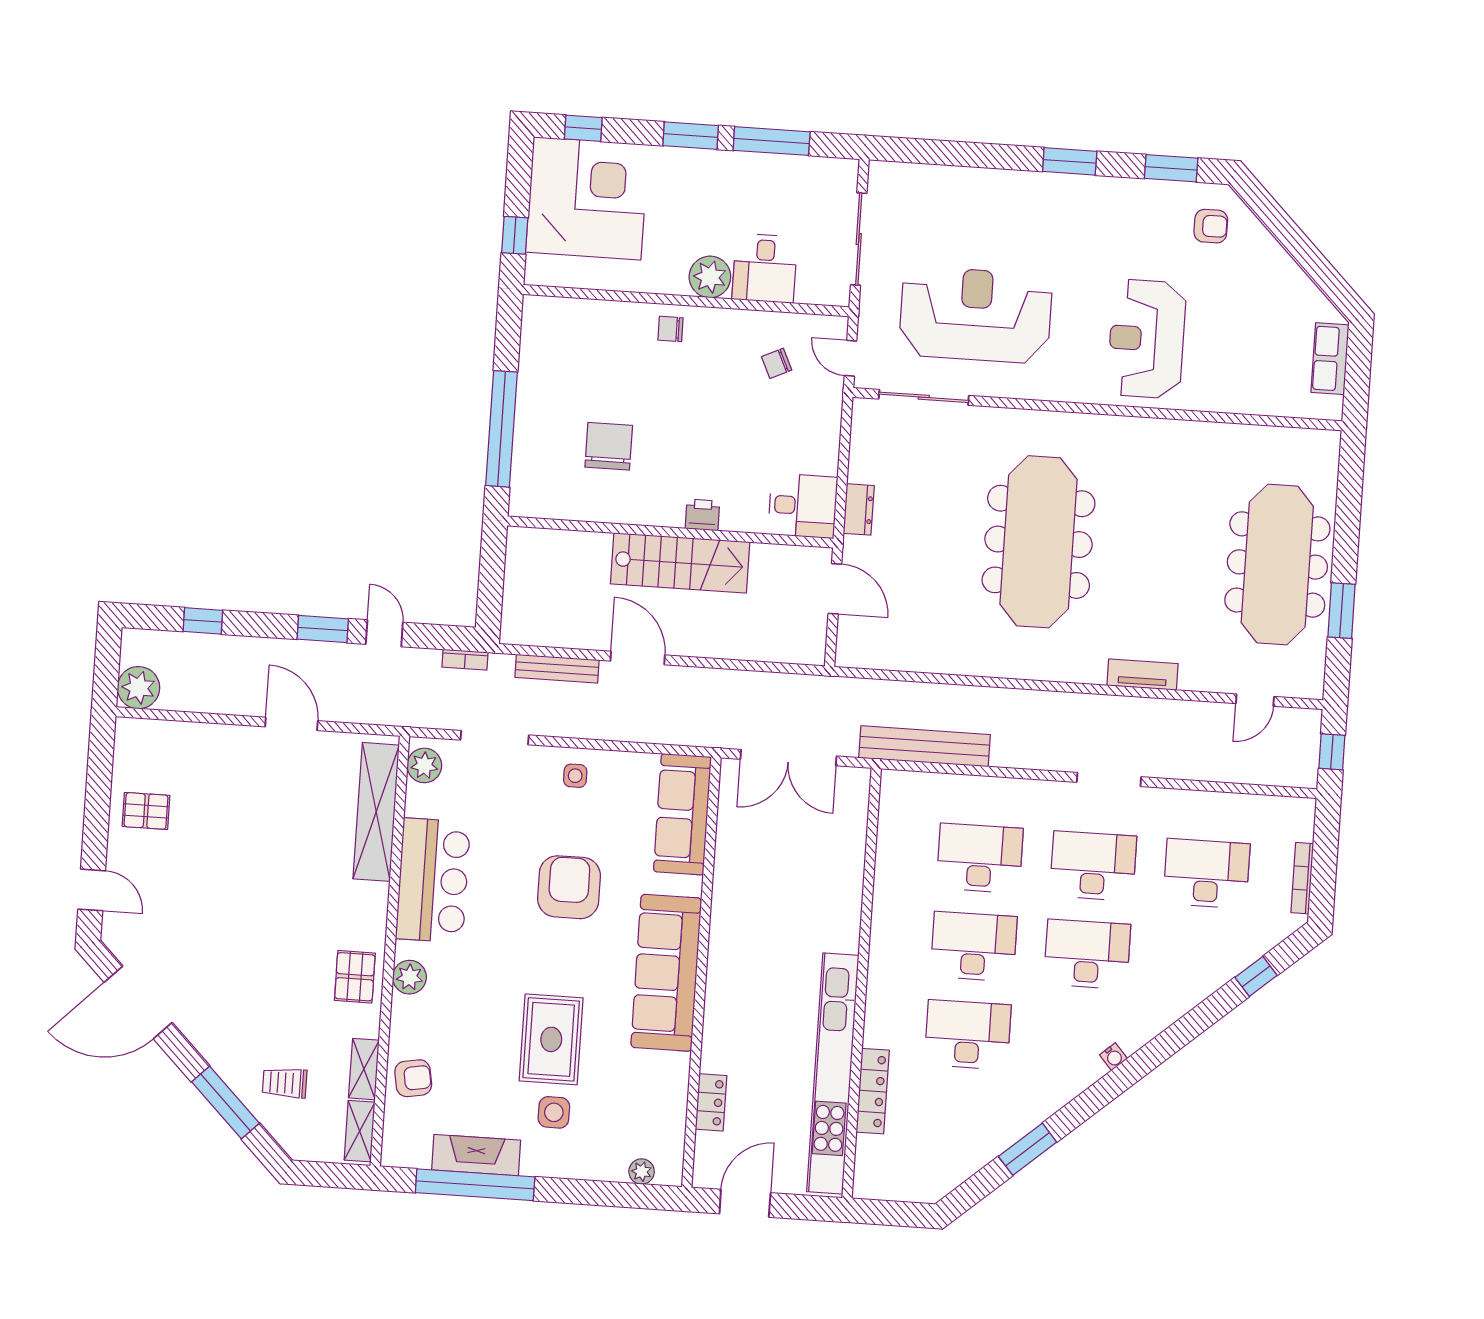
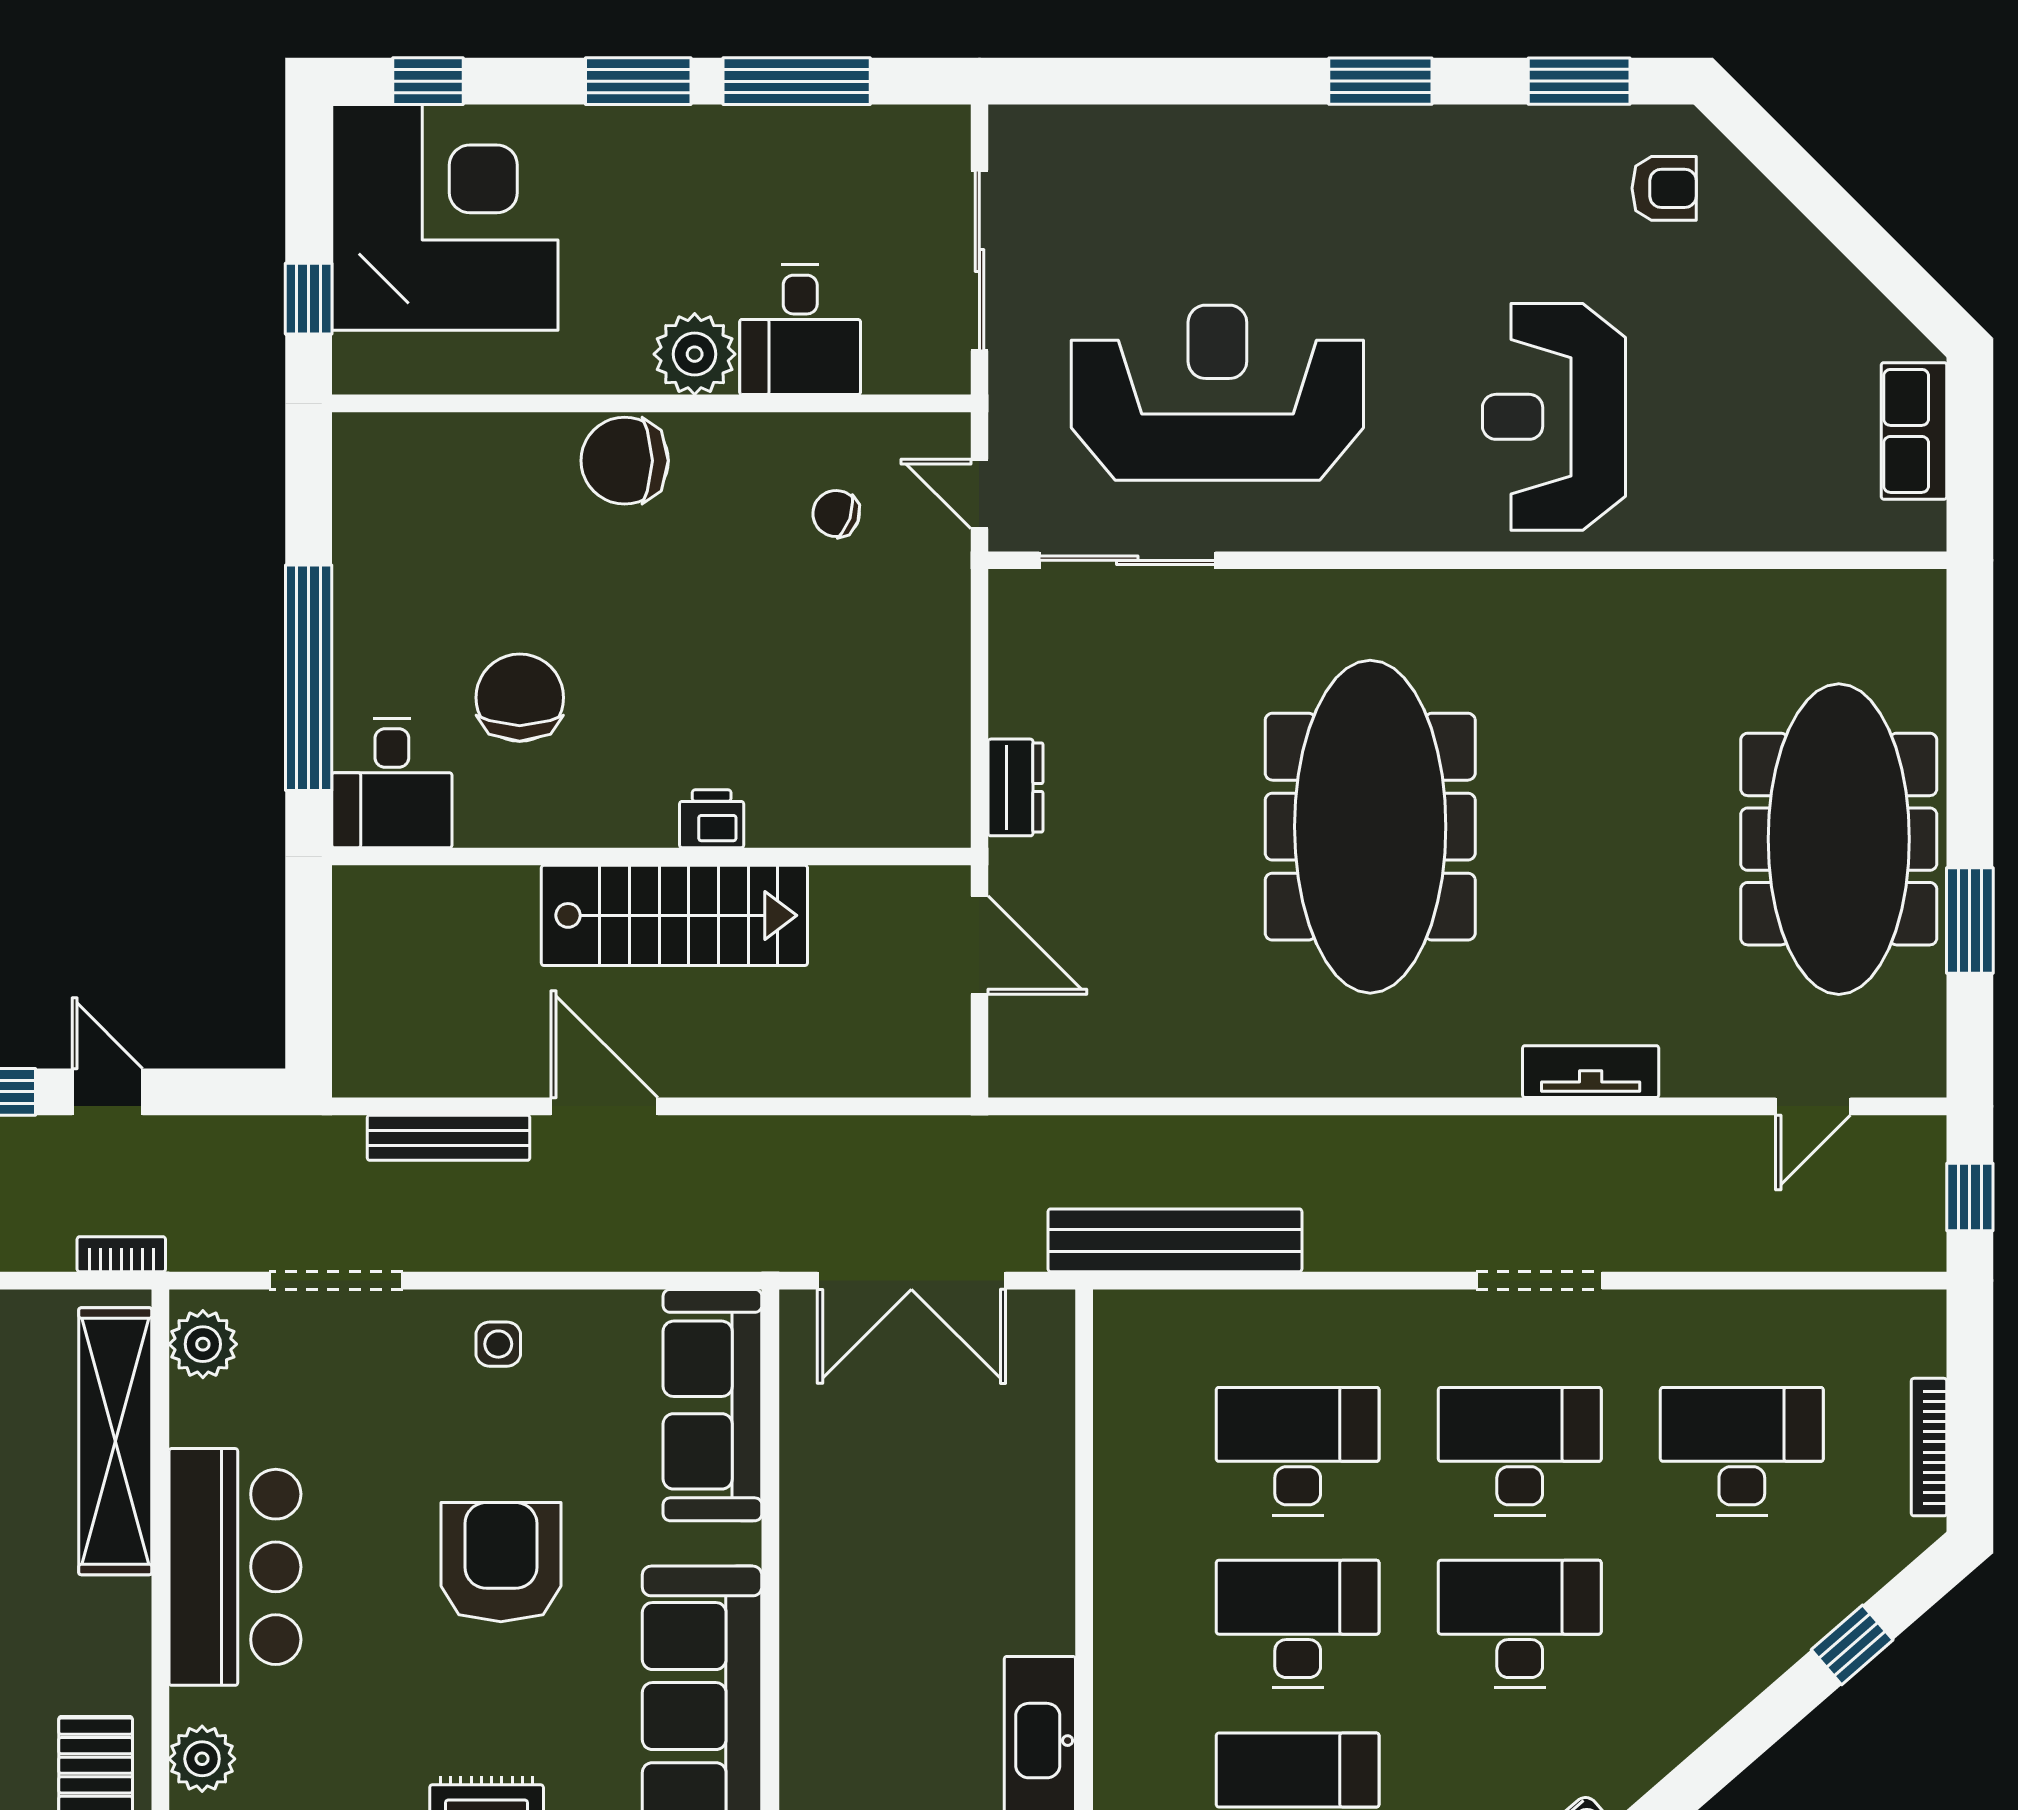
chair: (670, 329) -> (625, 461), width x1.87, depth x1.87
chair: (777, 363) -> (836, 514), turned 44
desk: (803, 506) -> (392, 783), moved, turned 90
bookcase: (465, 660) -> (121, 1254), moved, turned 180

